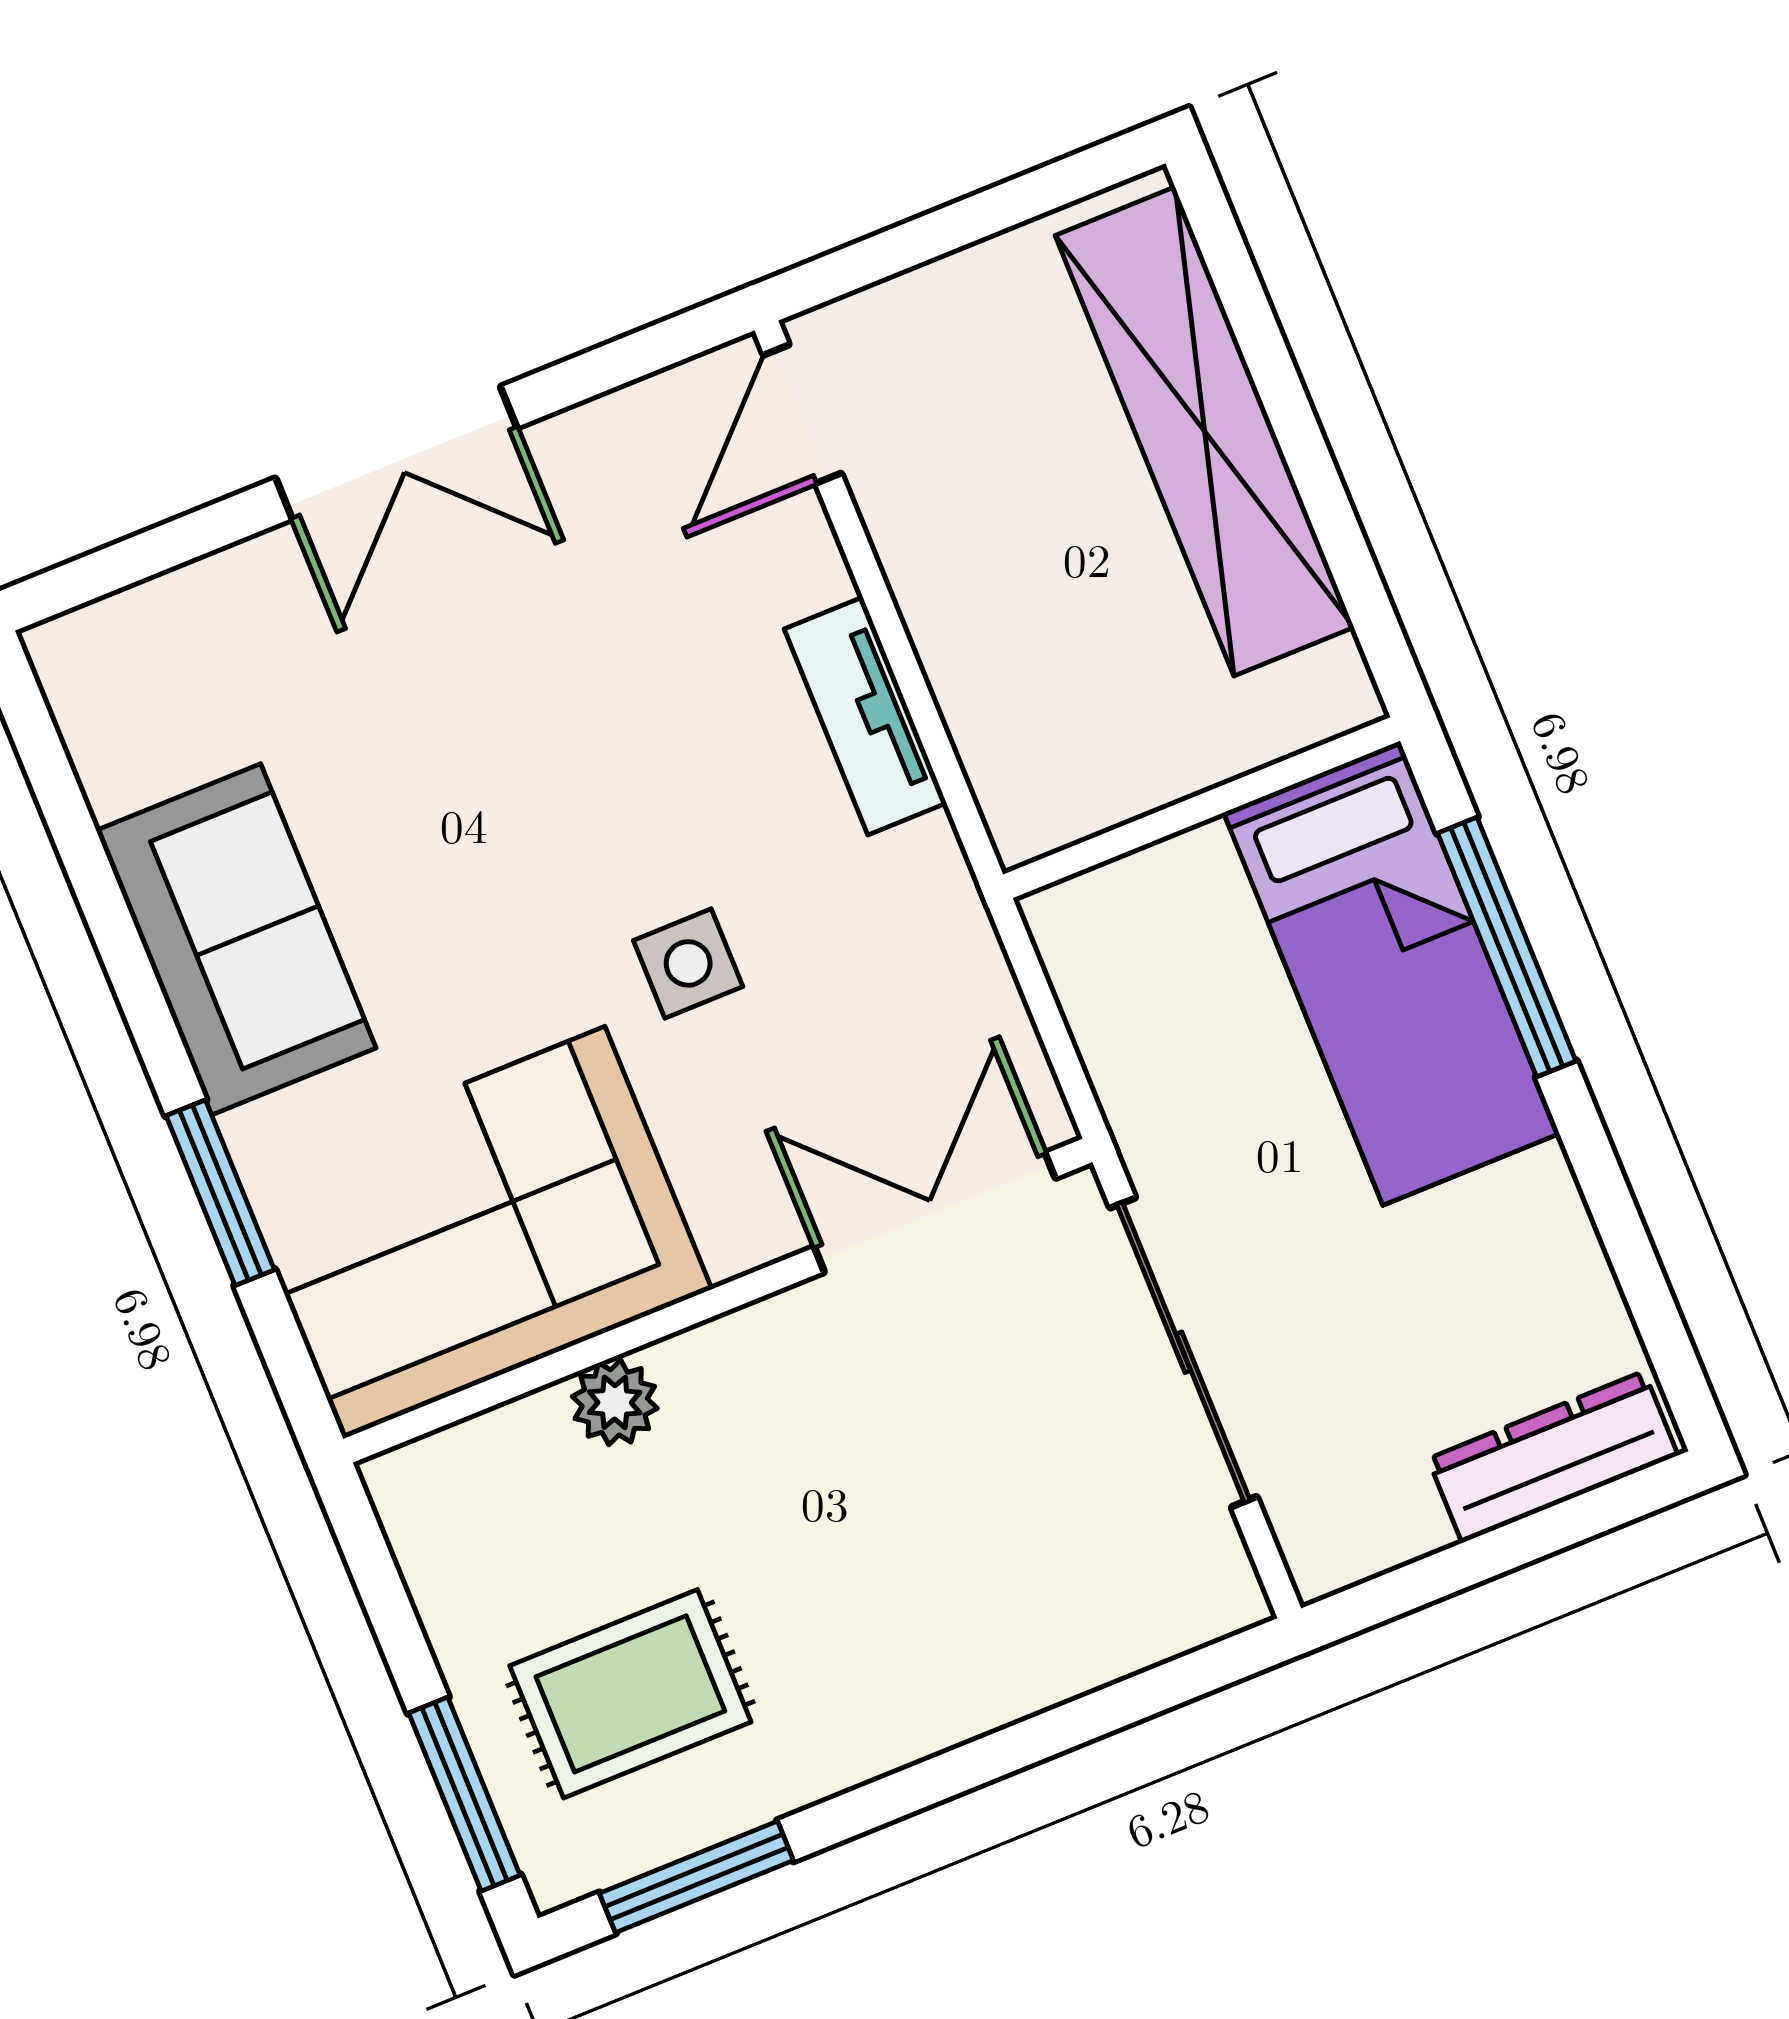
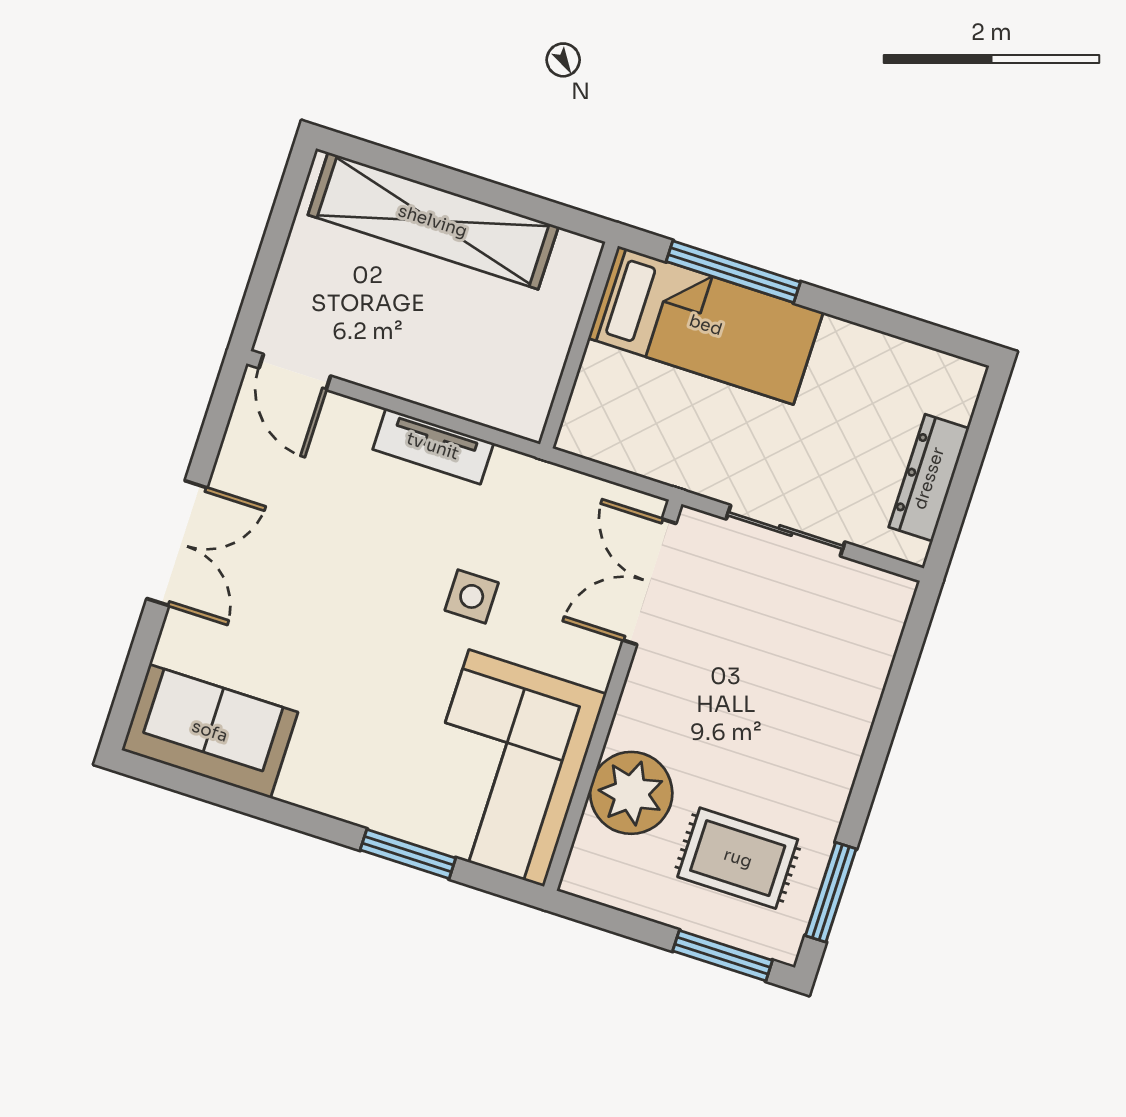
sofa: (236, 939) -> (210, 731), moved
sliding door: (1183, 1352) -> (785, 531), width x0.73
plant: (615, 1402) -> (631, 793), width x1.87, depth x1.87
dresser: (1553, 1457) -> (929, 478), moved
rug: (630, 1694) -> (738, 858), turned 90

